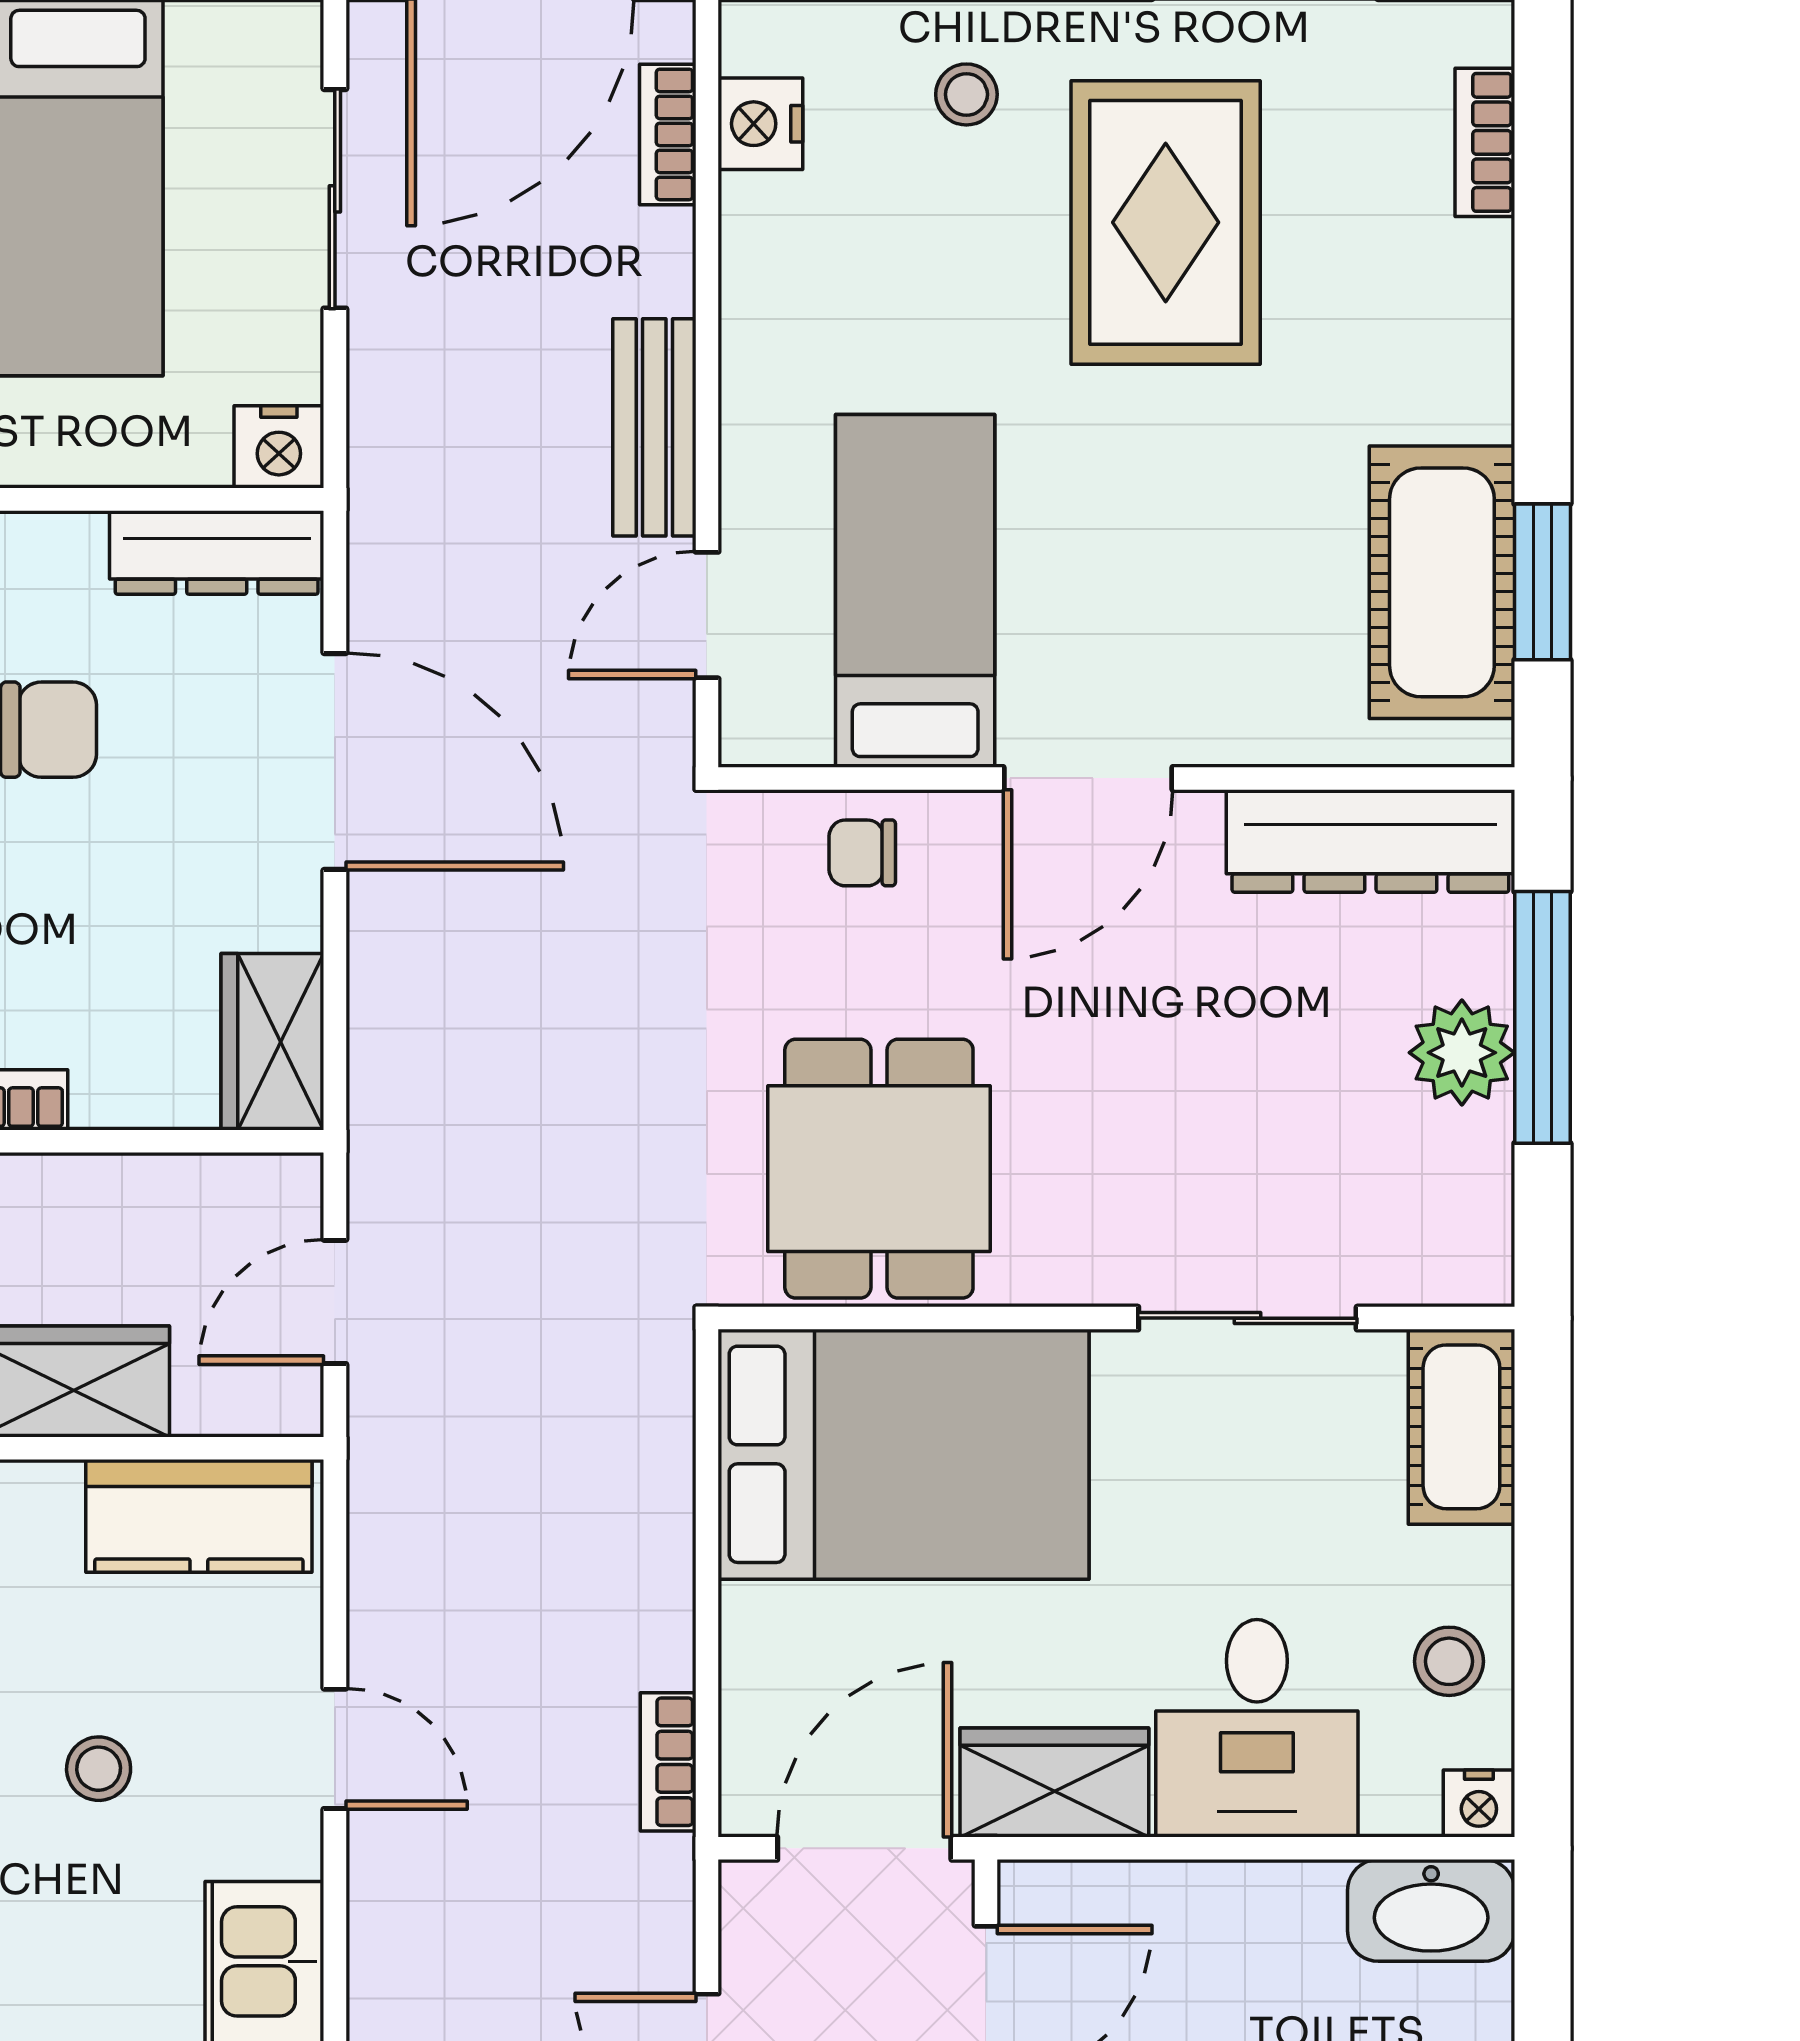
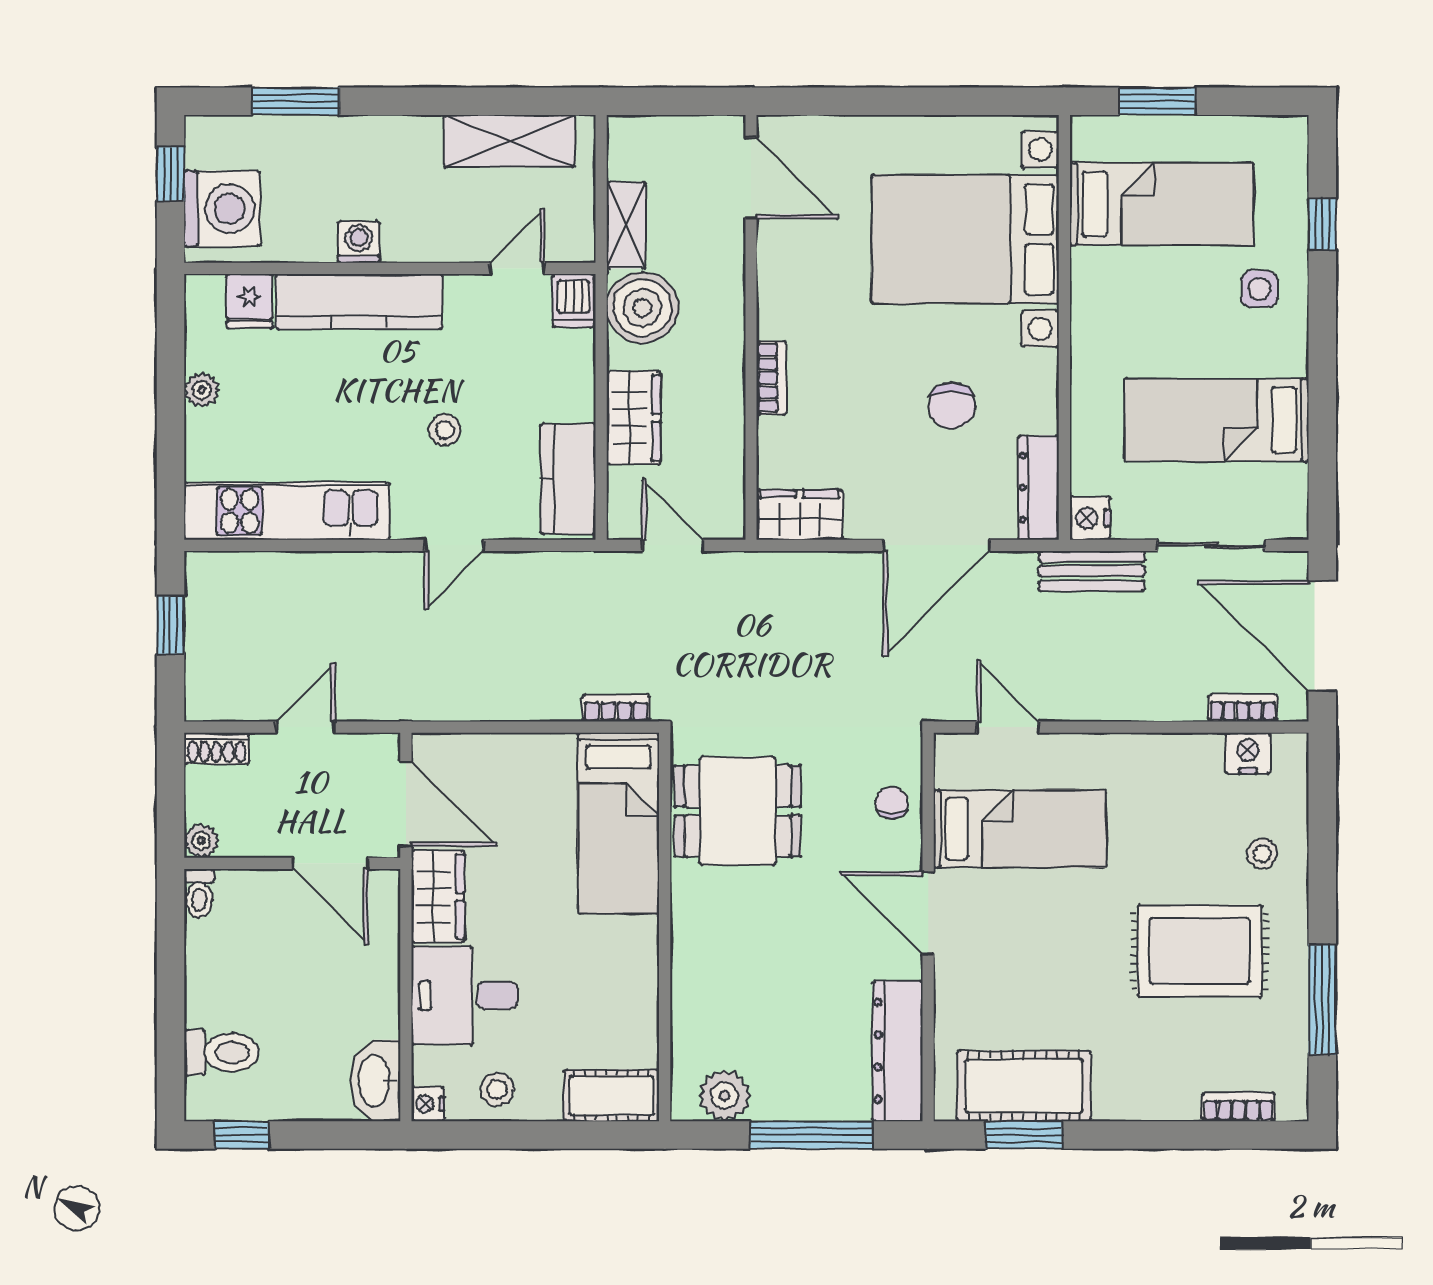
bench: (654, 427) -> (1092, 571), moved
plant: (1462, 1053) -> (725, 1096), moved
sliding door: (1247, 1318) -> (665, 991), removed
bed: (904, 1454) -> (619, 823), width x0.67
bookcase: (668, 1762) -> (616, 708), moved

